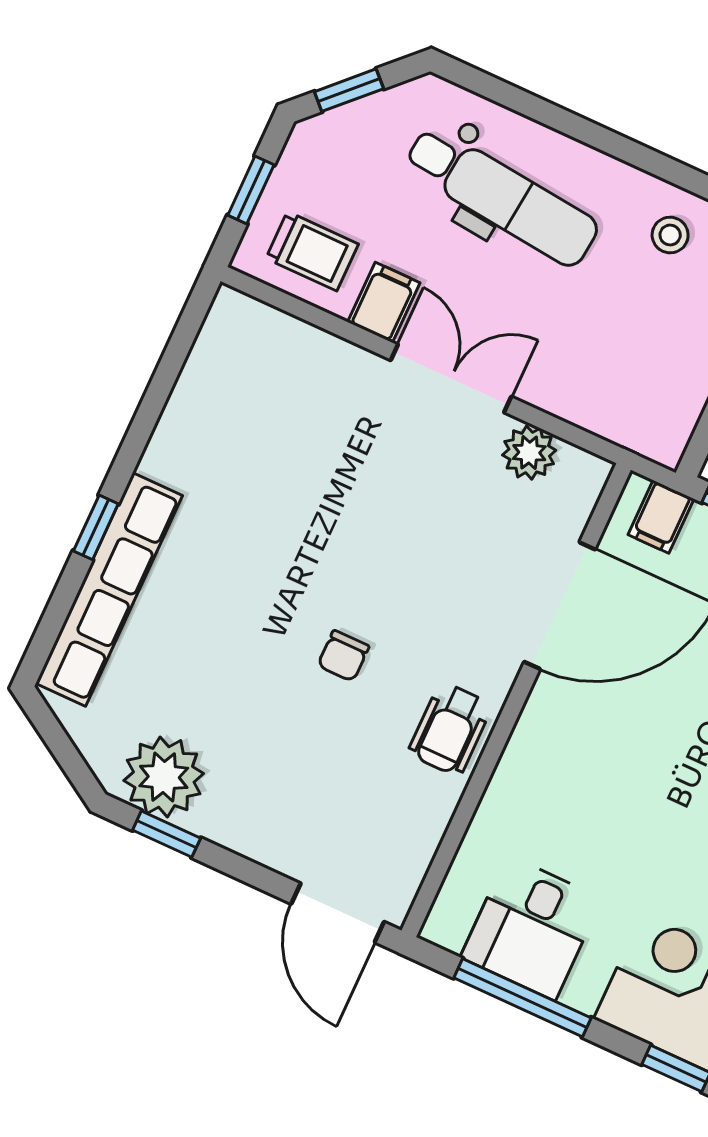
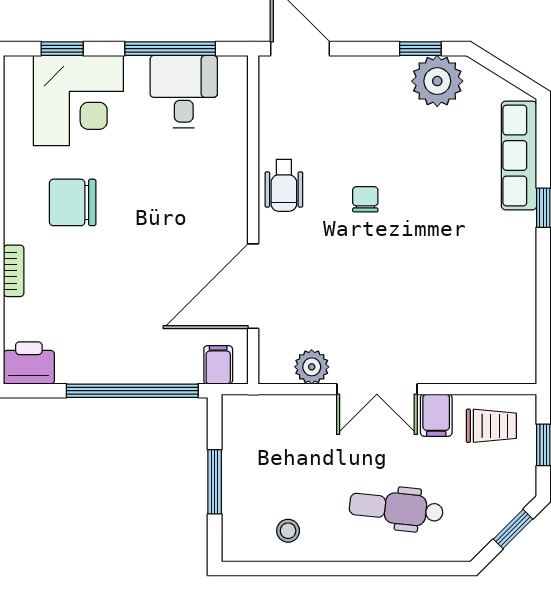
dental chair: (502, 196) -> (396, 508), width x0.73, depth x0.72
trolley: (312, 251) -> (491, 426), turned 180
row of seats: (109, 589) -> (519, 156), width x0.73
wheelchair: (450, 729) -> (284, 185), turned 180

